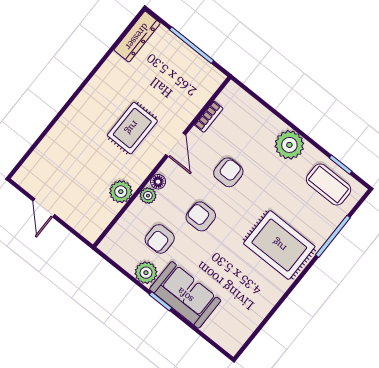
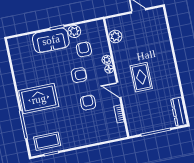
plant: (289, 145) -> (78, 139), removed
armchair: (228, 172) -> (88, 103), turned 180
plant: (121, 192) -> (115, 36), moved

